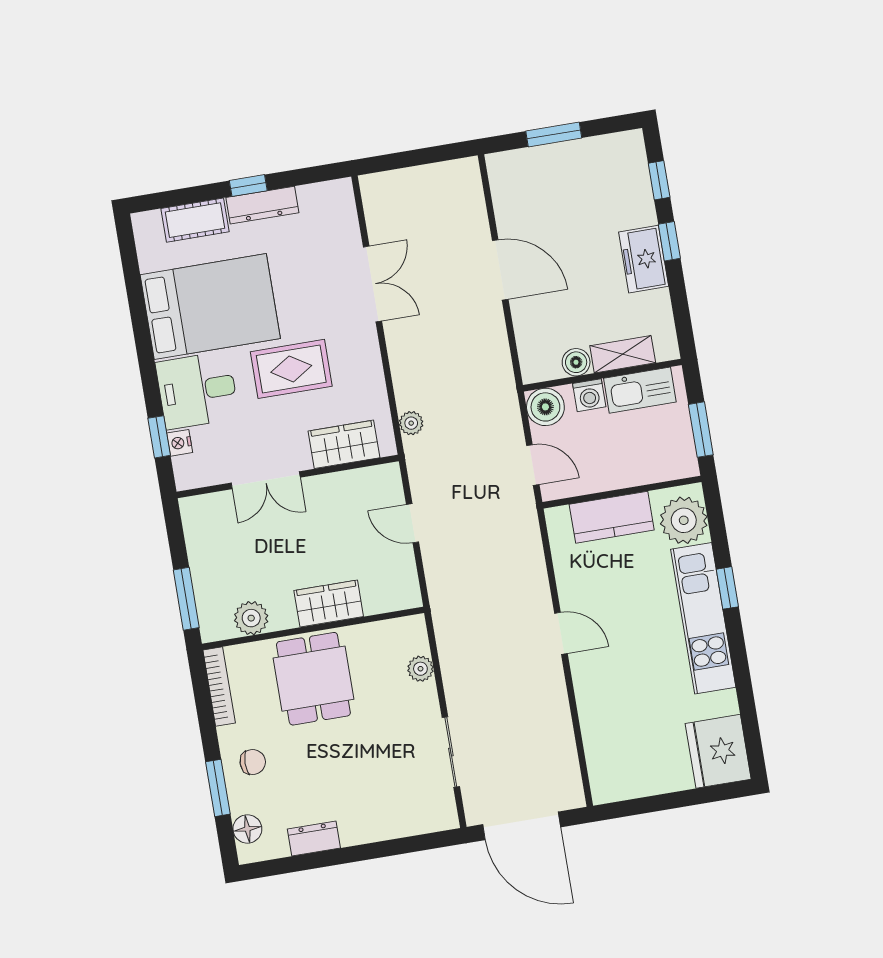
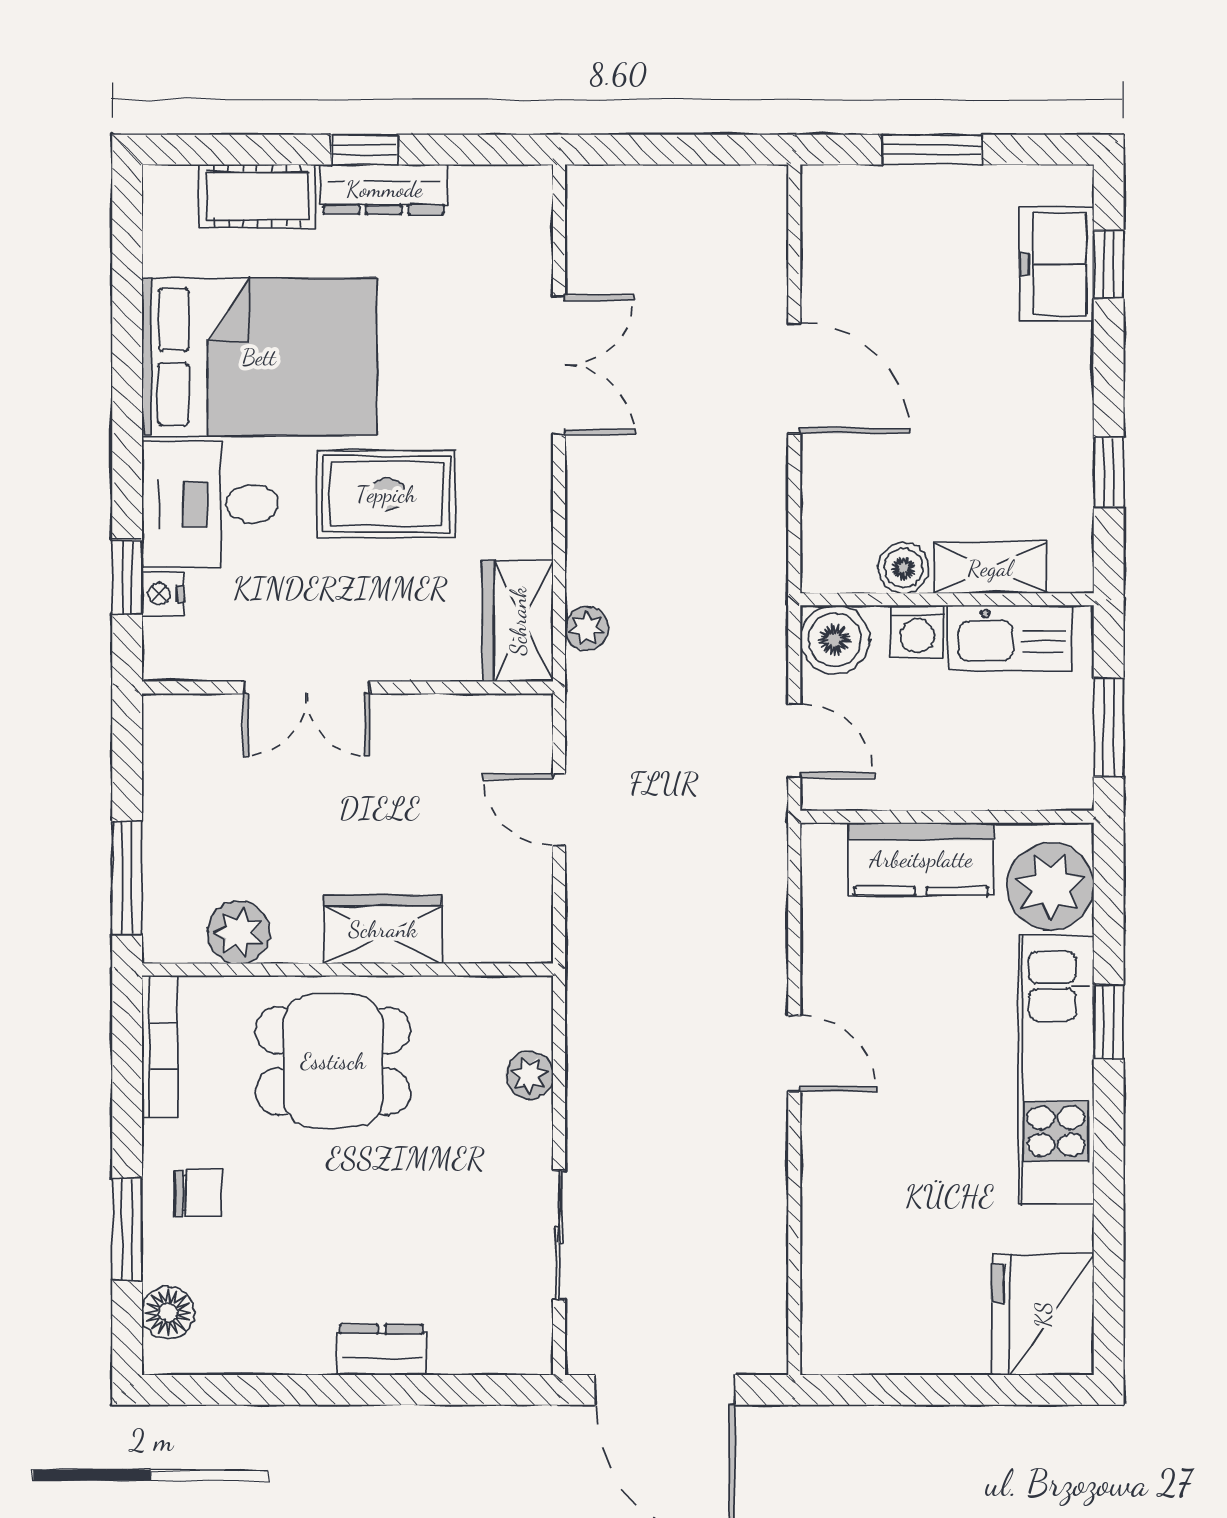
window: (669, 241) -> (1109, 472), moved
freezer: (644, 259) -> (1057, 264), moved
wardrobe: (344, 444) -> (518, 621), moved, turned -90
dining table: (313, 679) -> (333, 1061), turned 90
dresser: (314, 838) -> (382, 1350), moved

